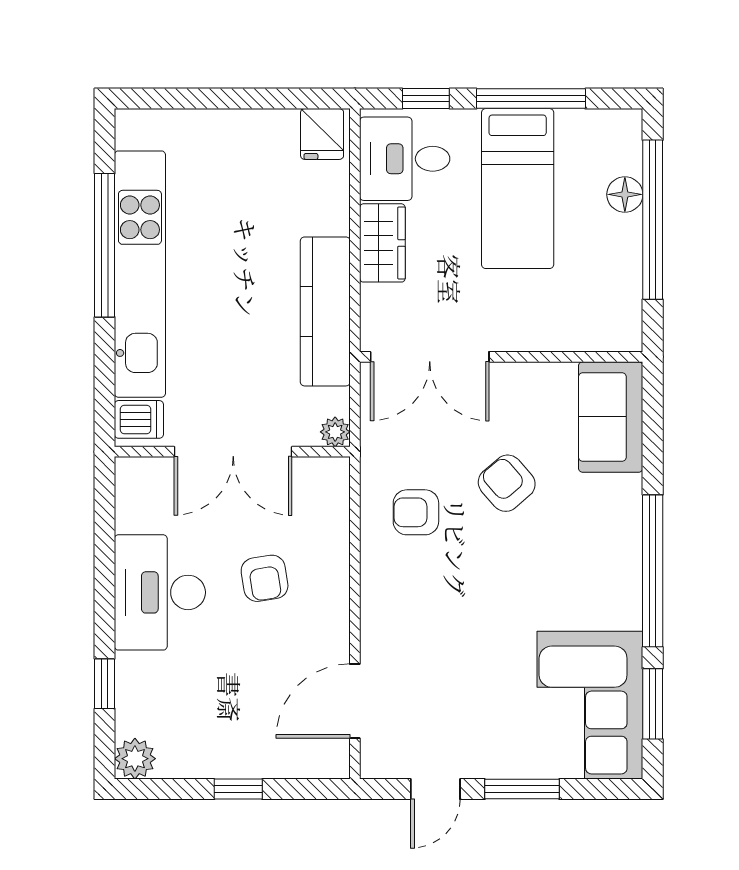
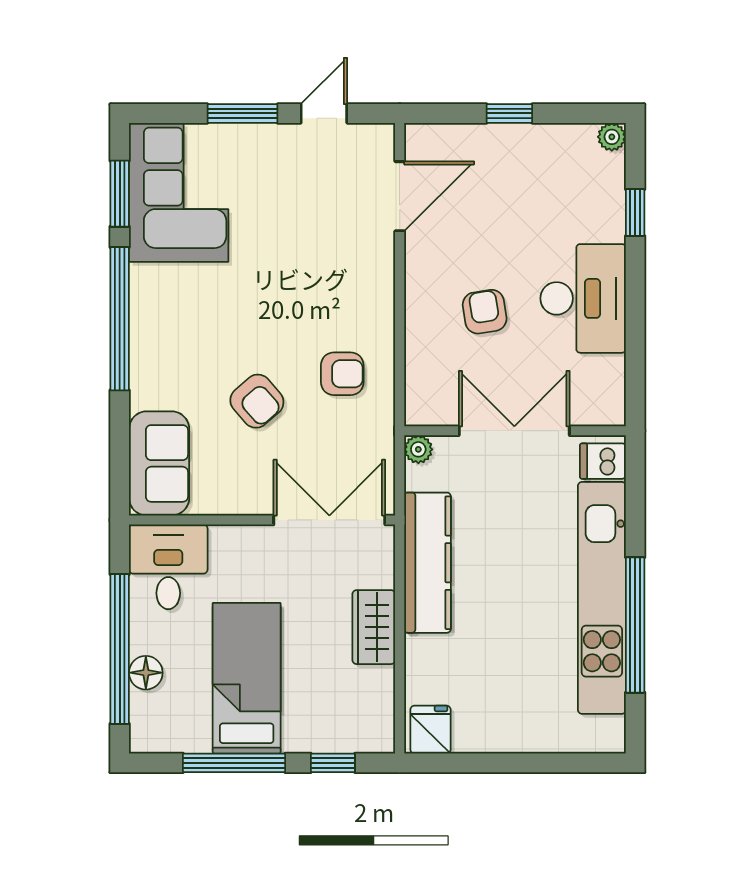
desk: (405, 159) -> (168, 567), moved, turned -90
plant: (135, 759) -> (612, 137), width x0.73, depth x0.73

